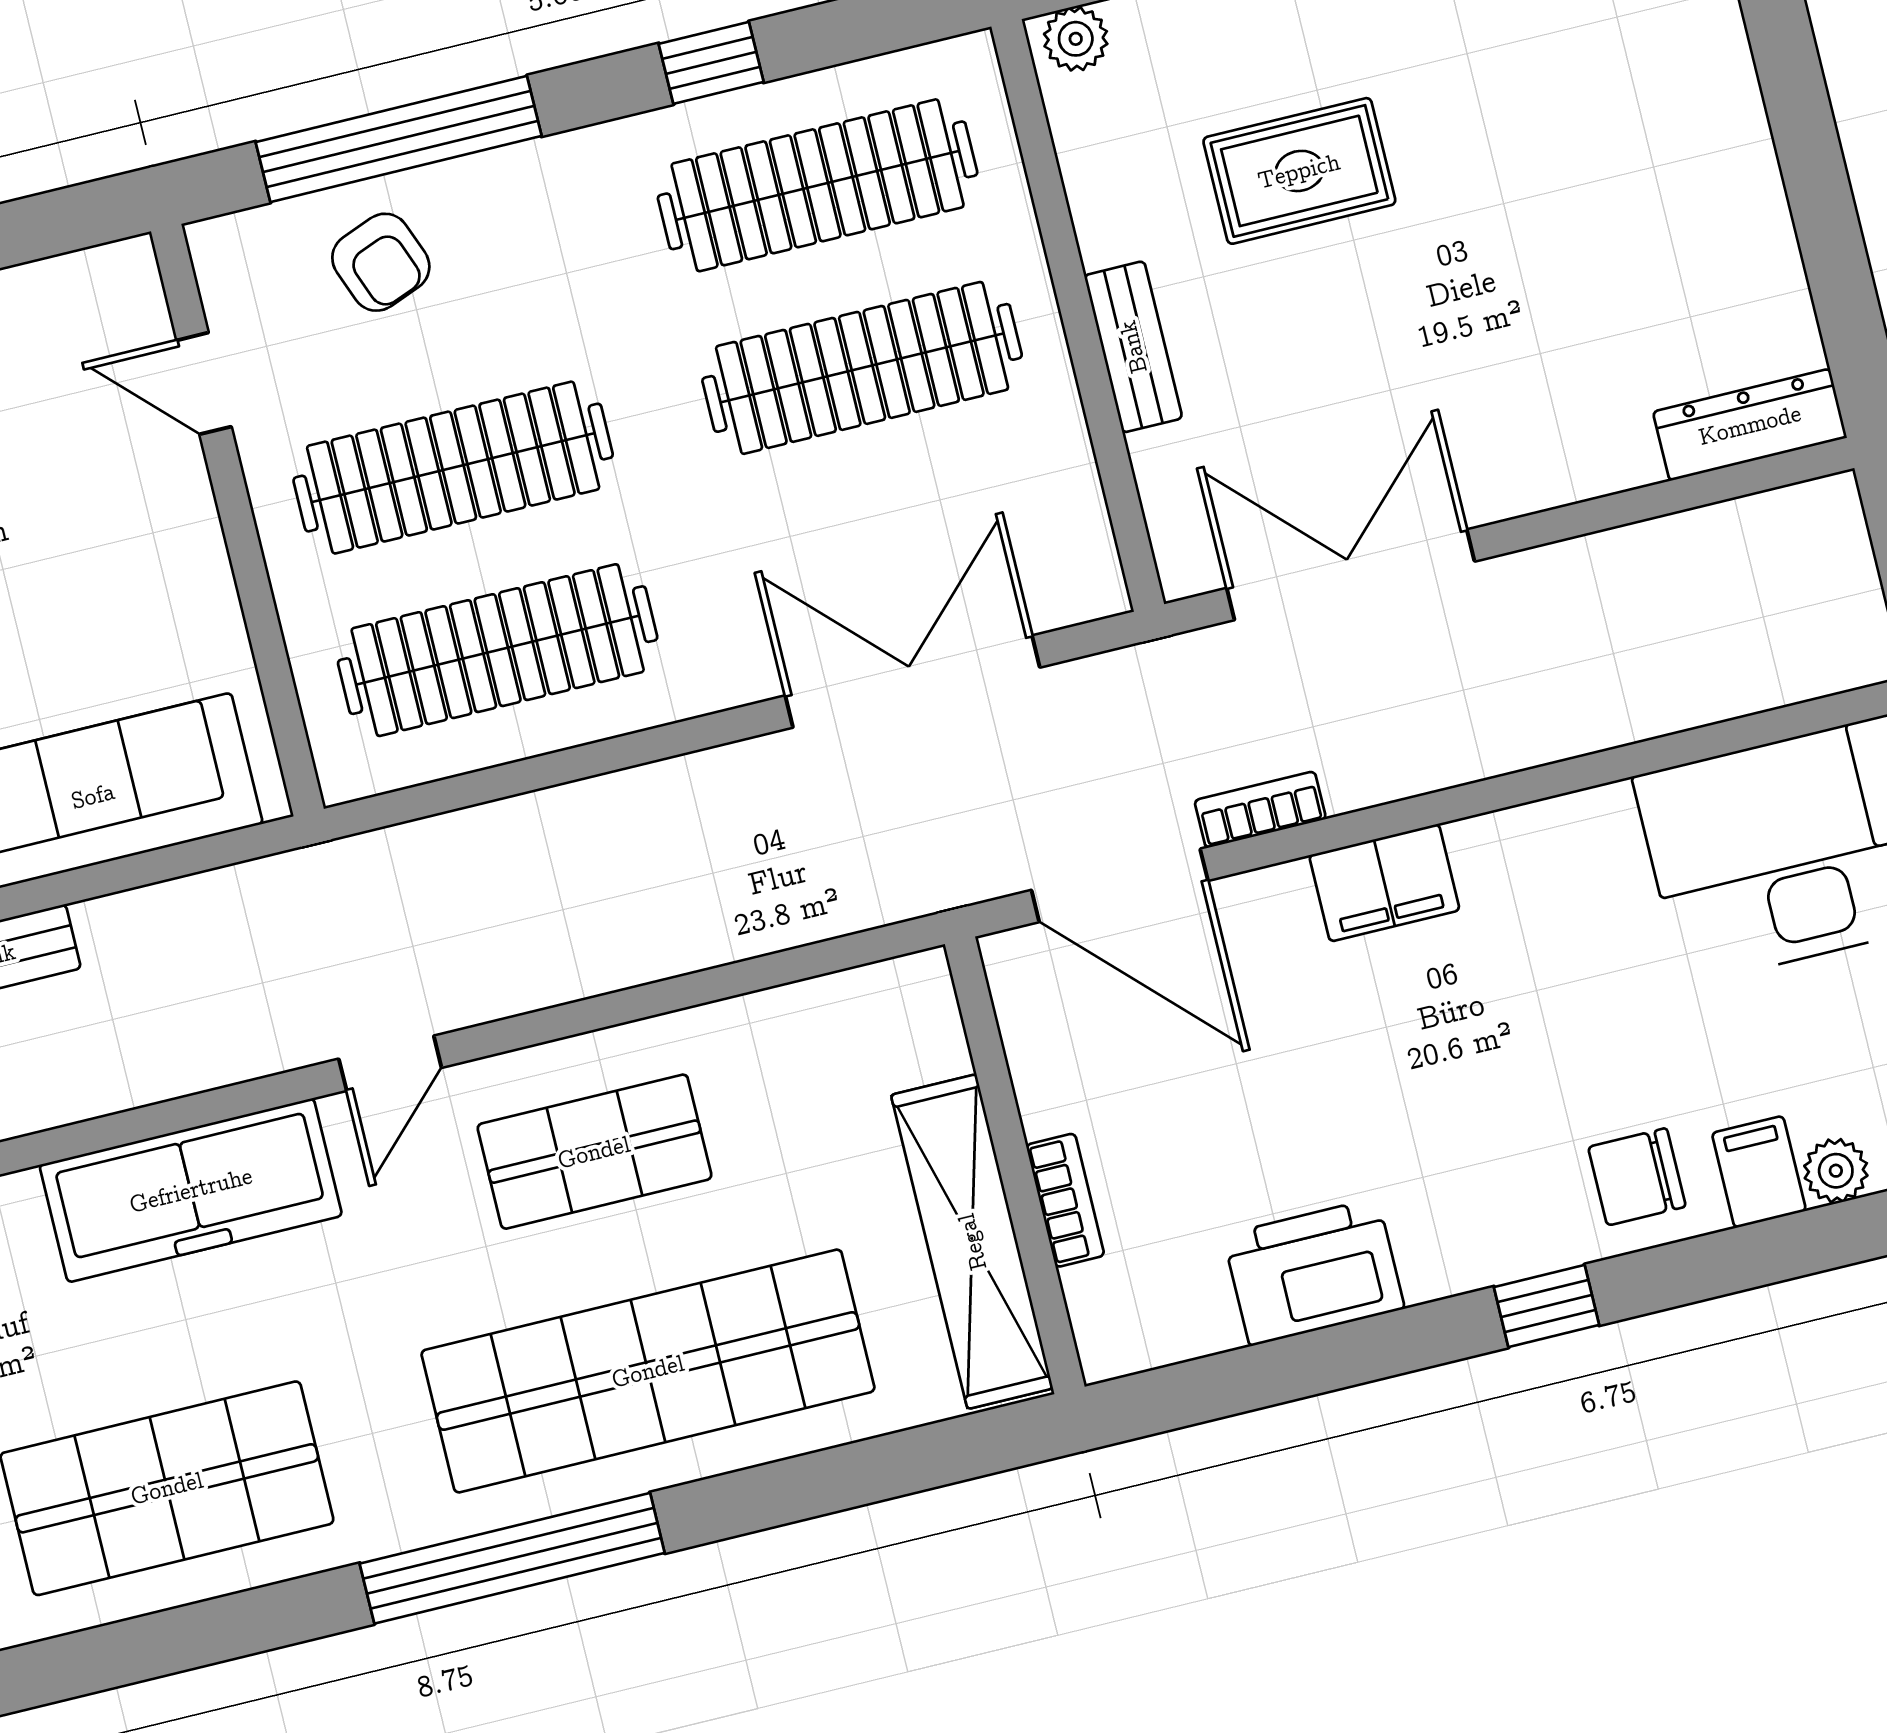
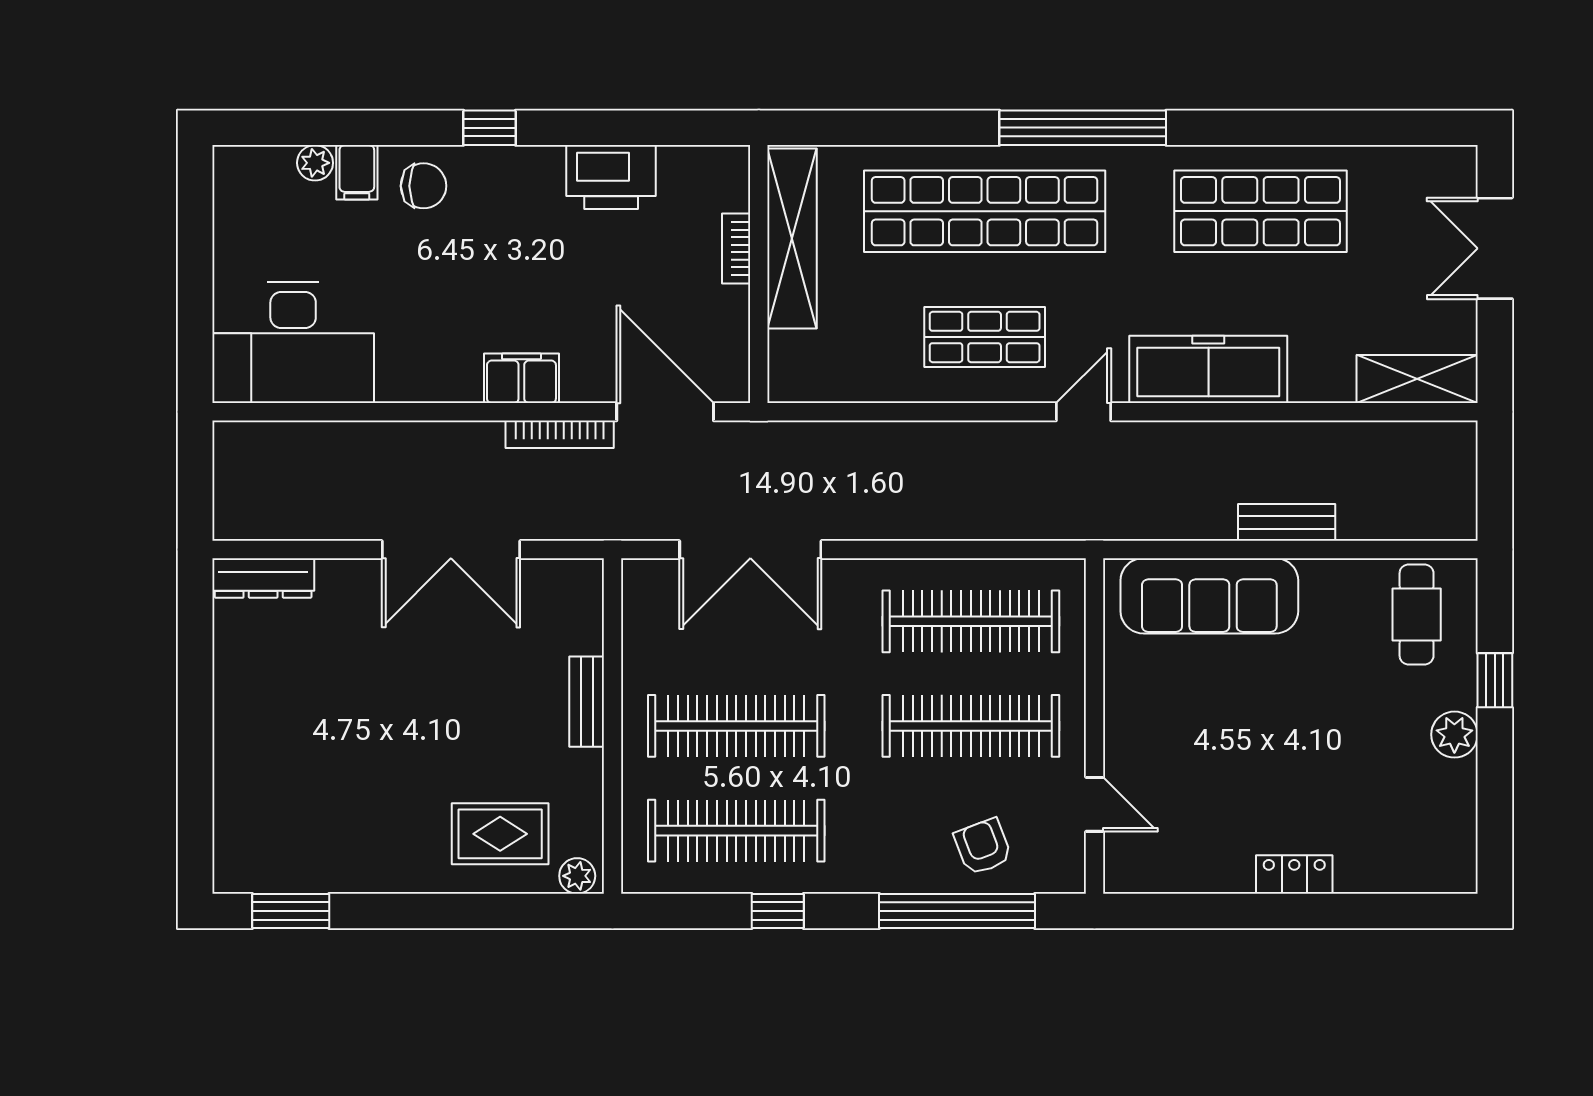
rug: (1299, 171) -> (500, 834), moved
double door: (1351, 575) -> (451, 550), moved
bookcase: (1260, 810) -> (560, 434), width x1.56

